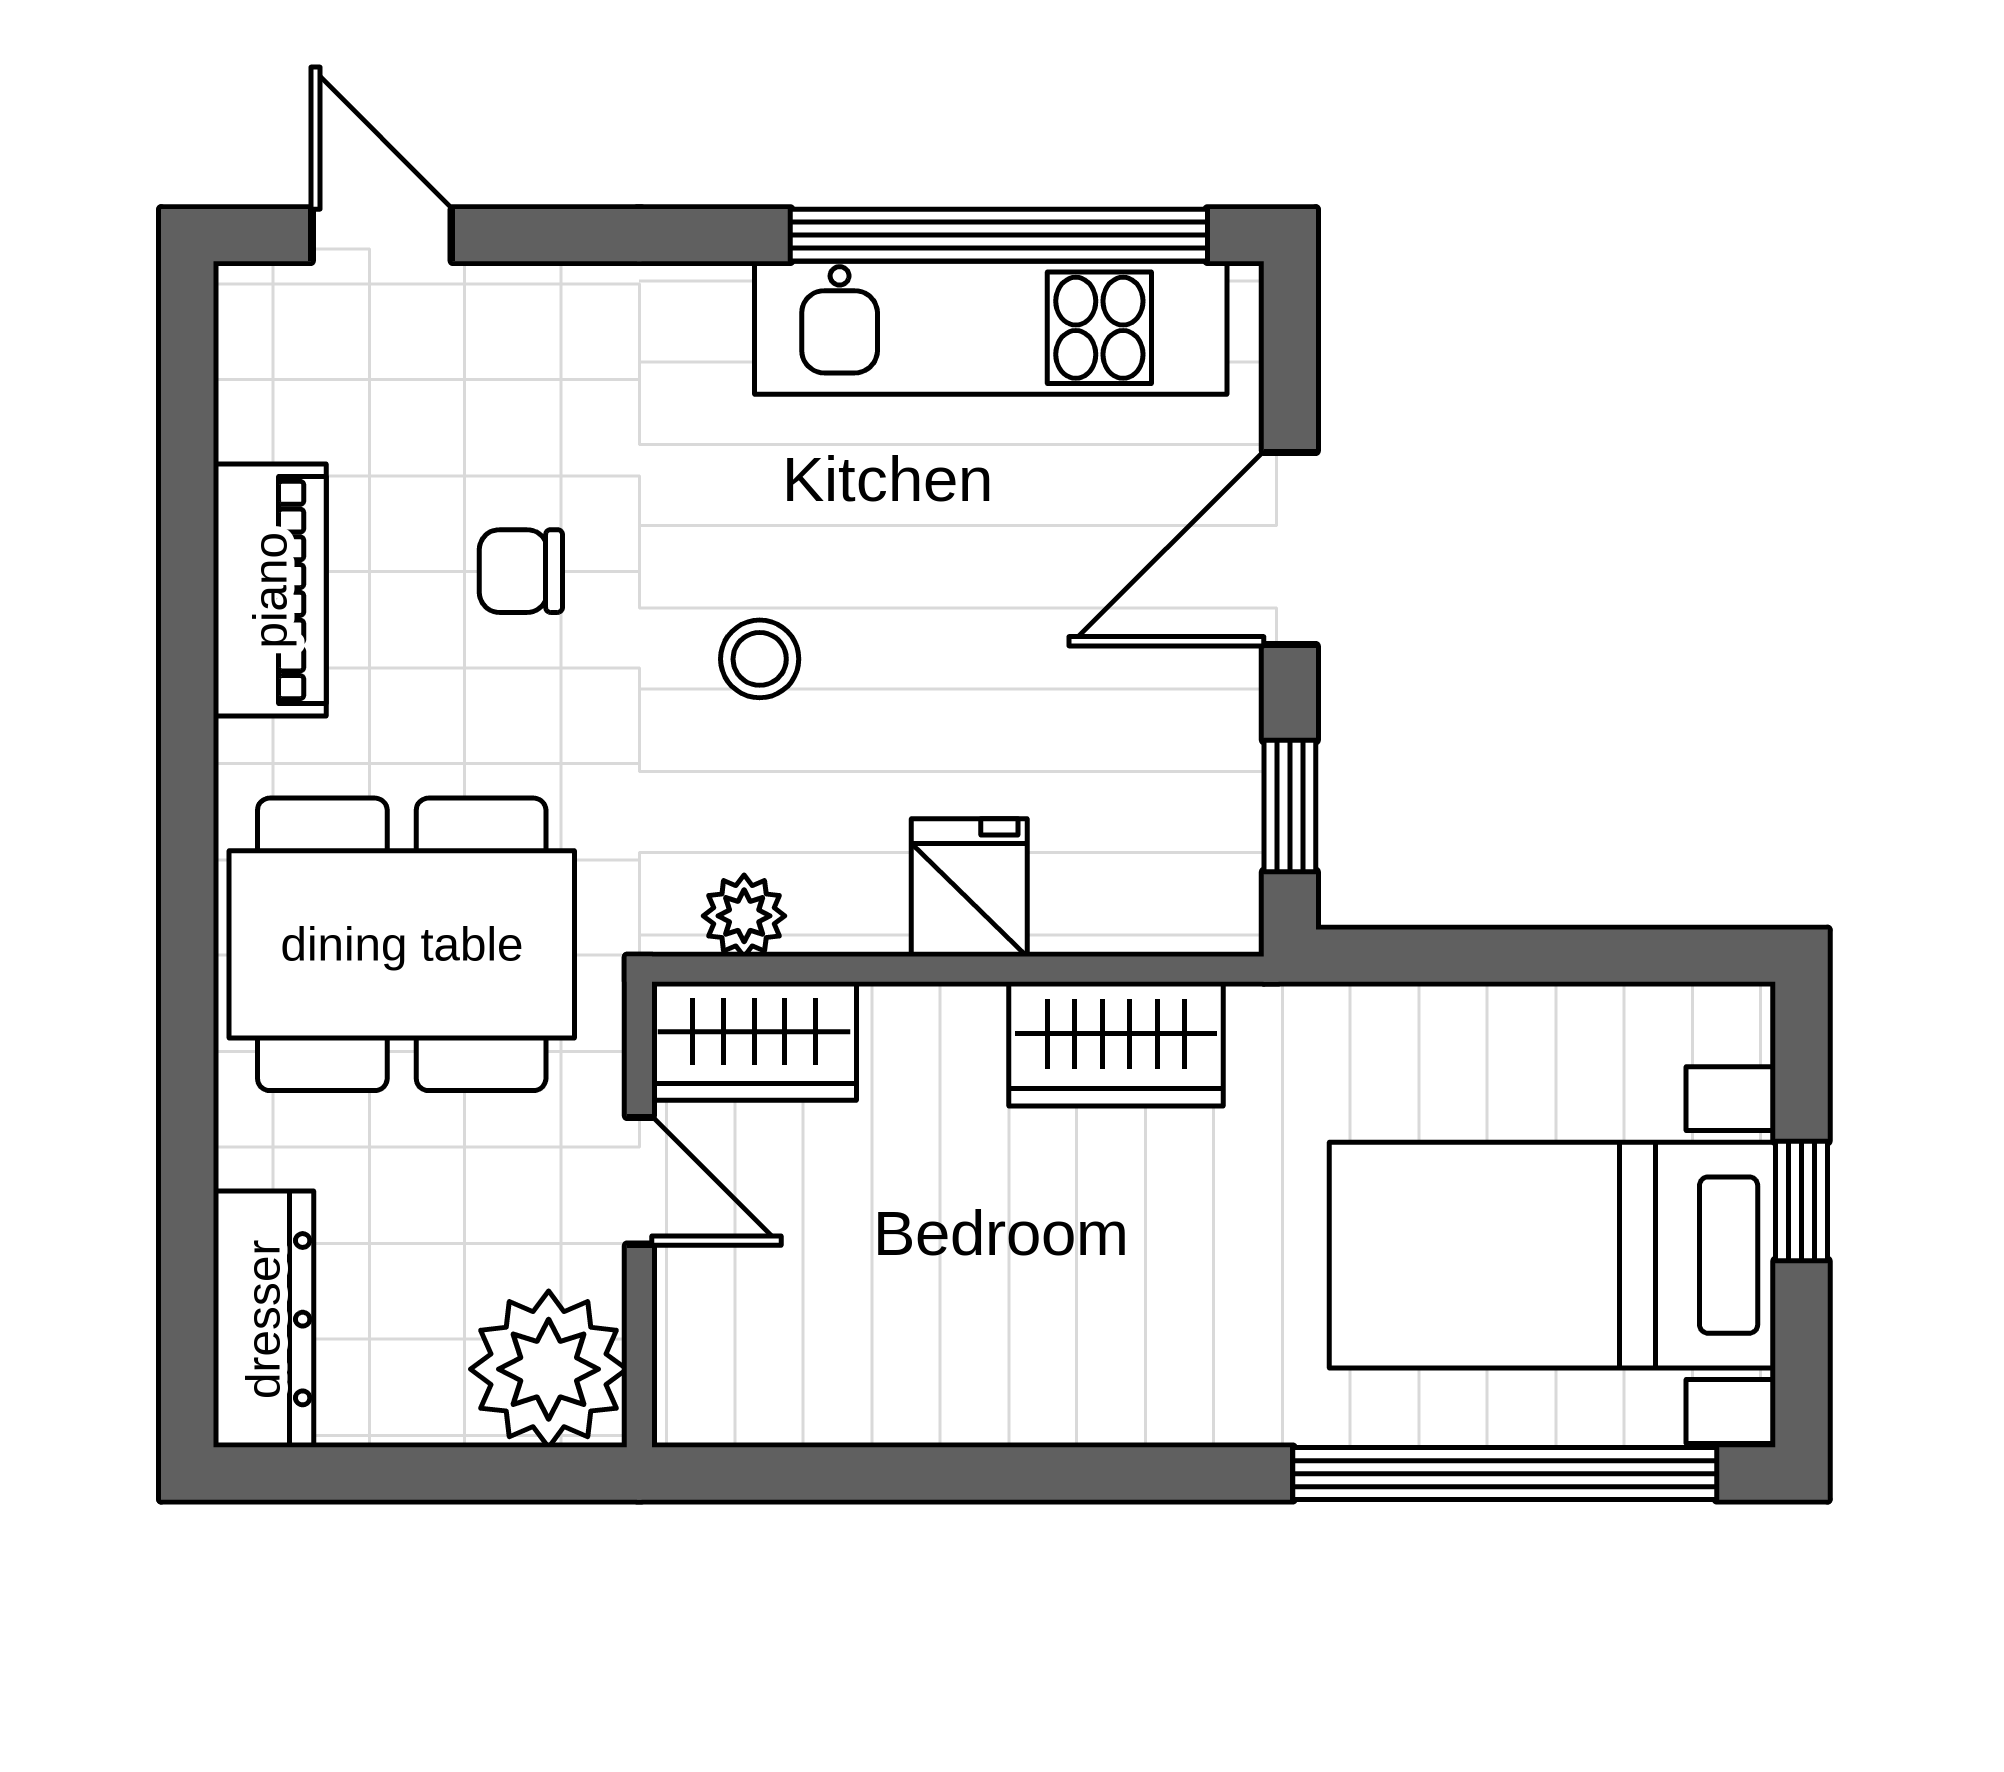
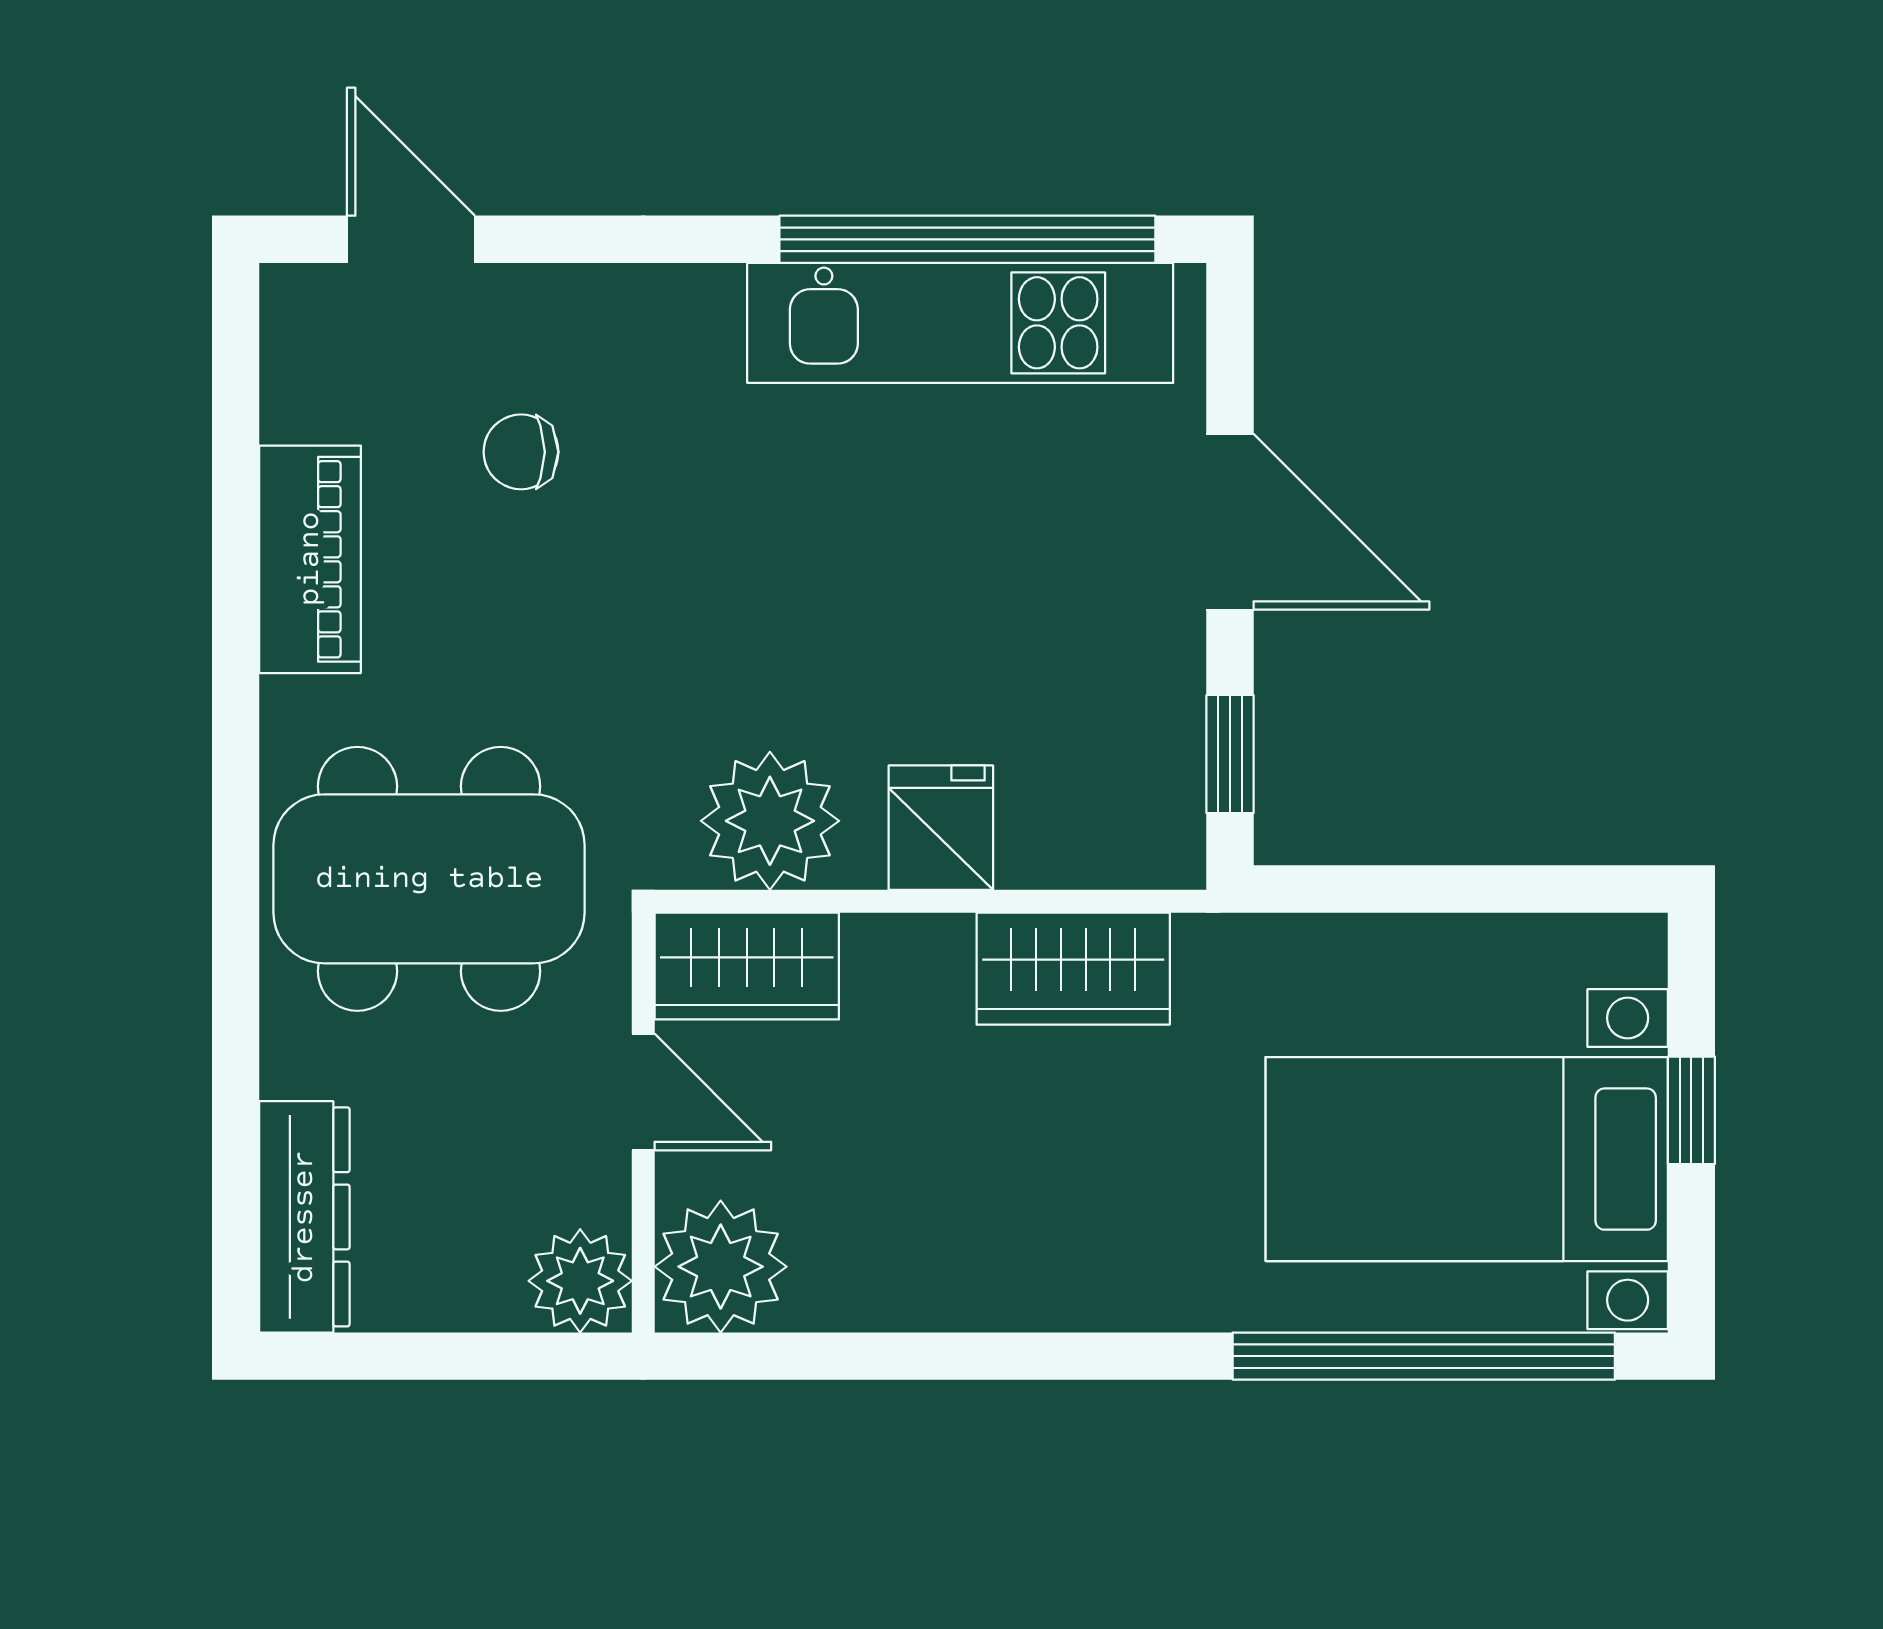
door: (1290, 548) -> (1230, 522), swing flipped
chair: (521, 571) -> (521, 452), moved
stool: (760, 659) -> (752, 621), removed
plant: (744, 916) -> (770, 821), width x1.88, depth x1.88
plant: (549, 1369) -> (580, 1281), width x0.73, depth x0.73
plant: (725, 1374) -> (721, 1267), added

